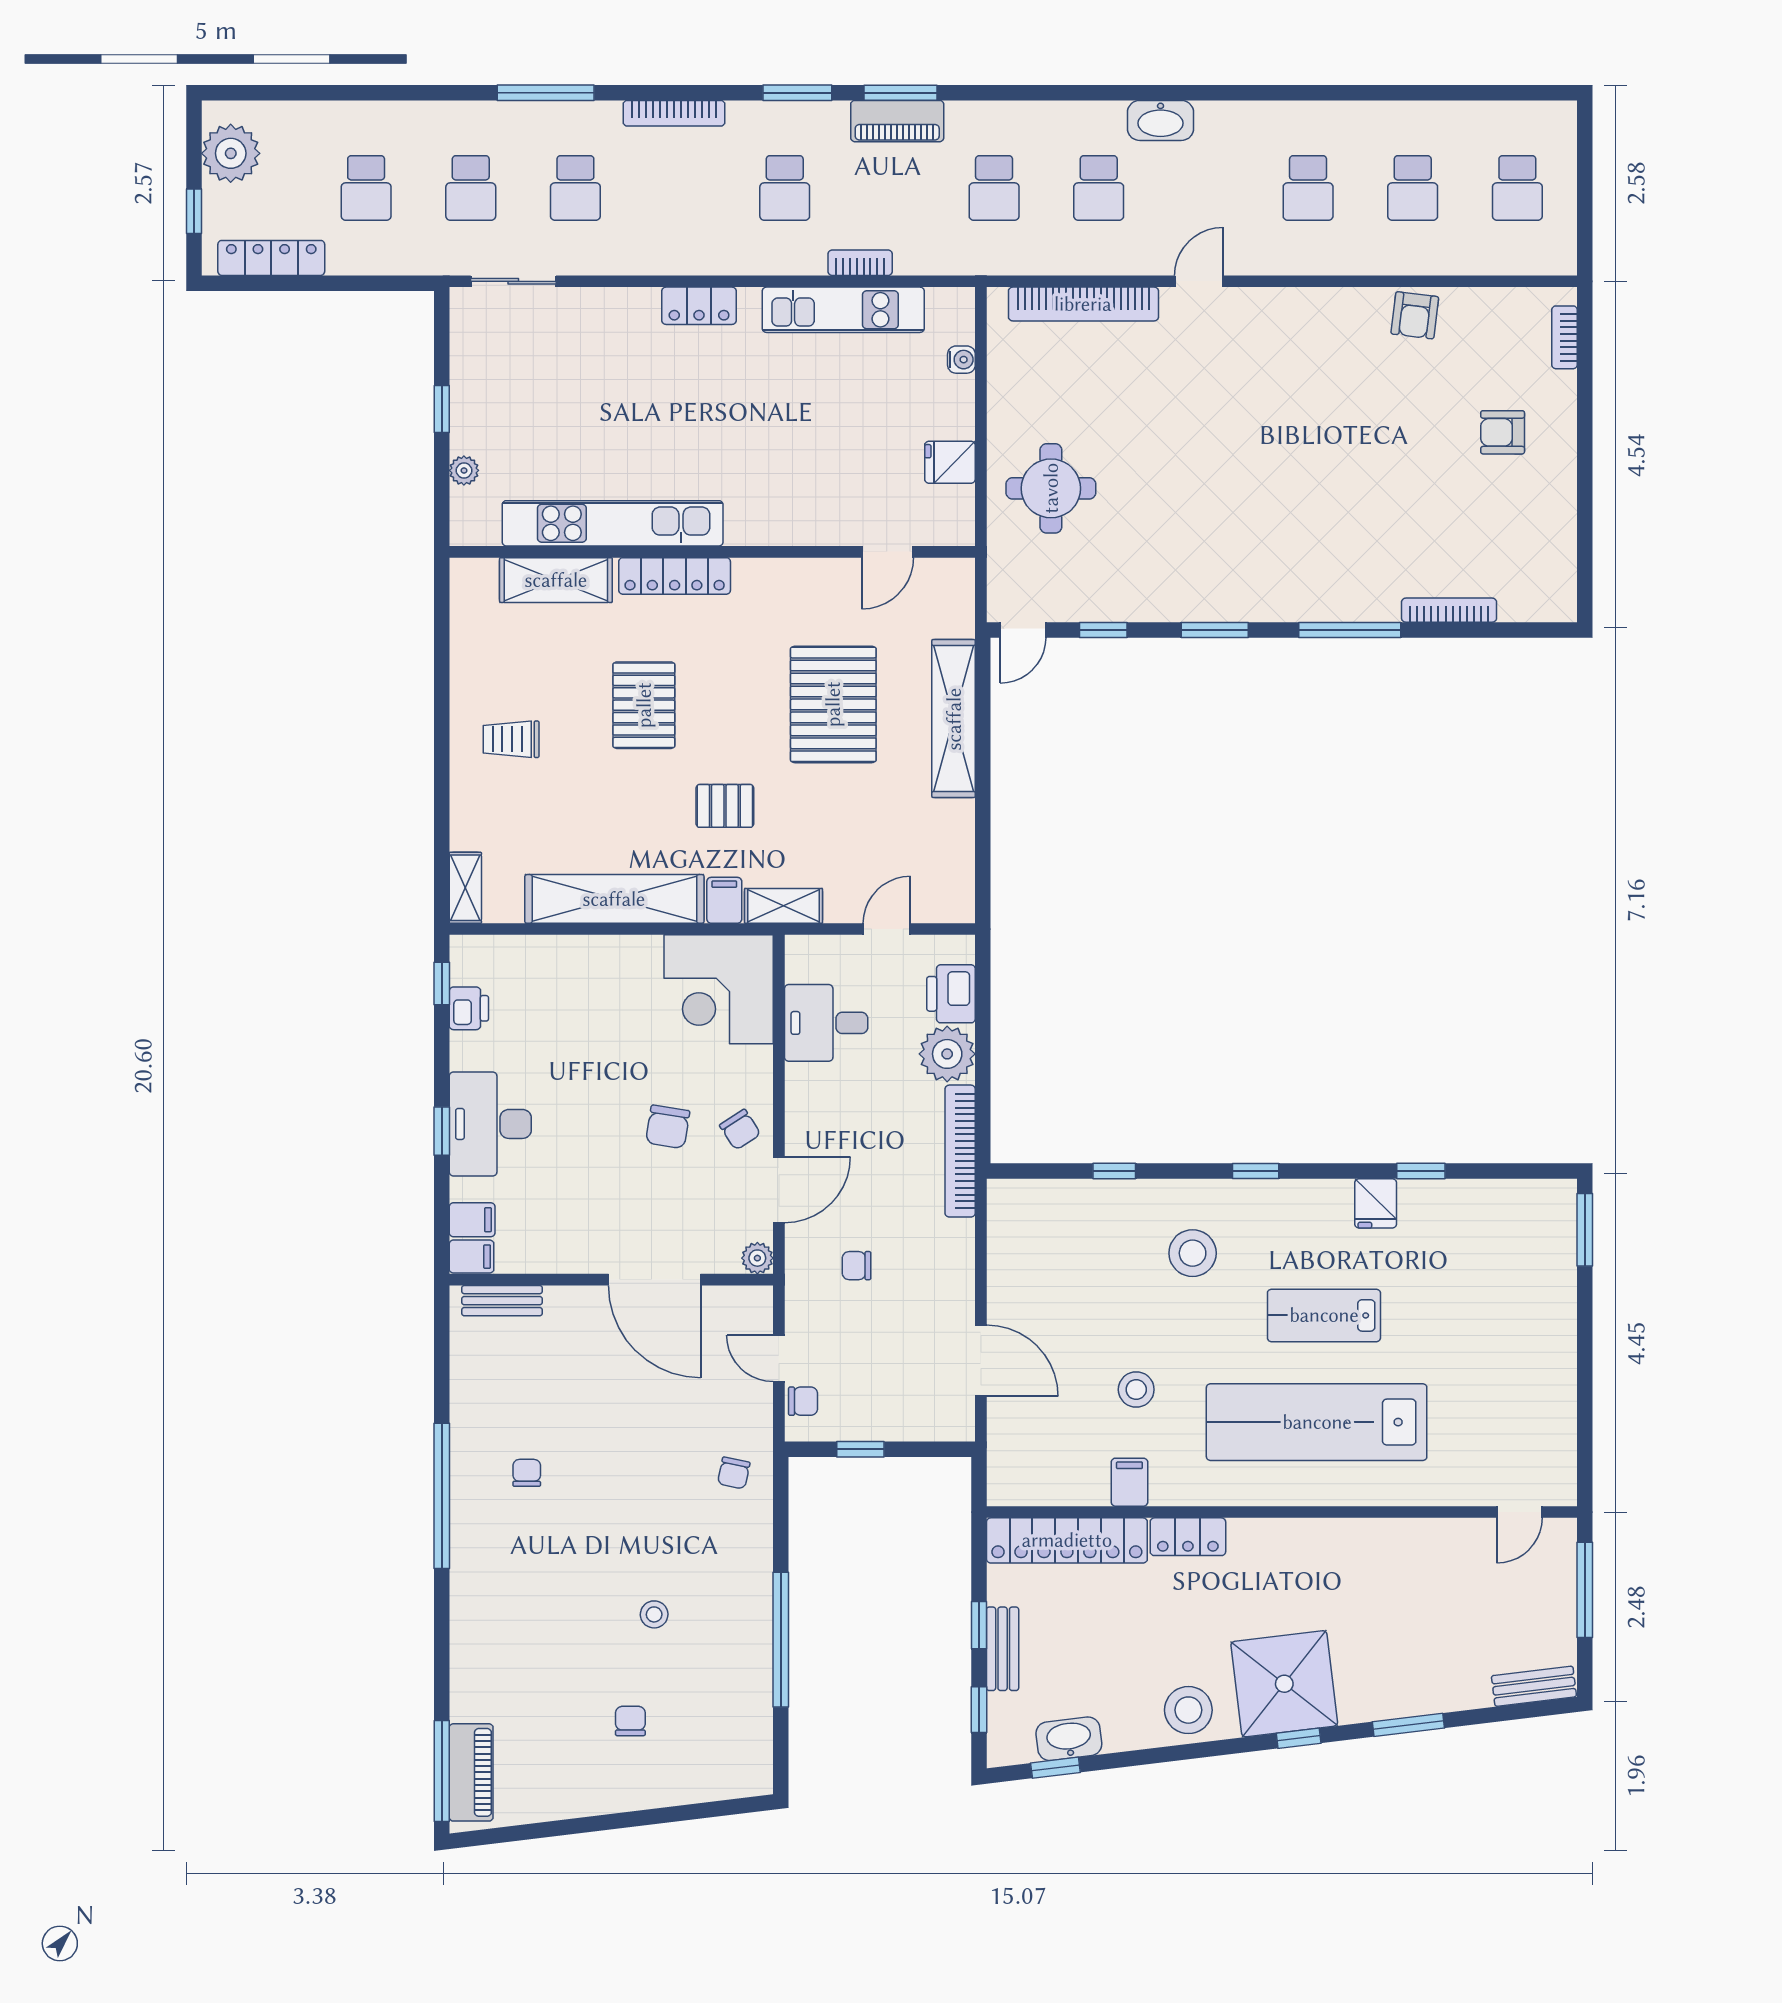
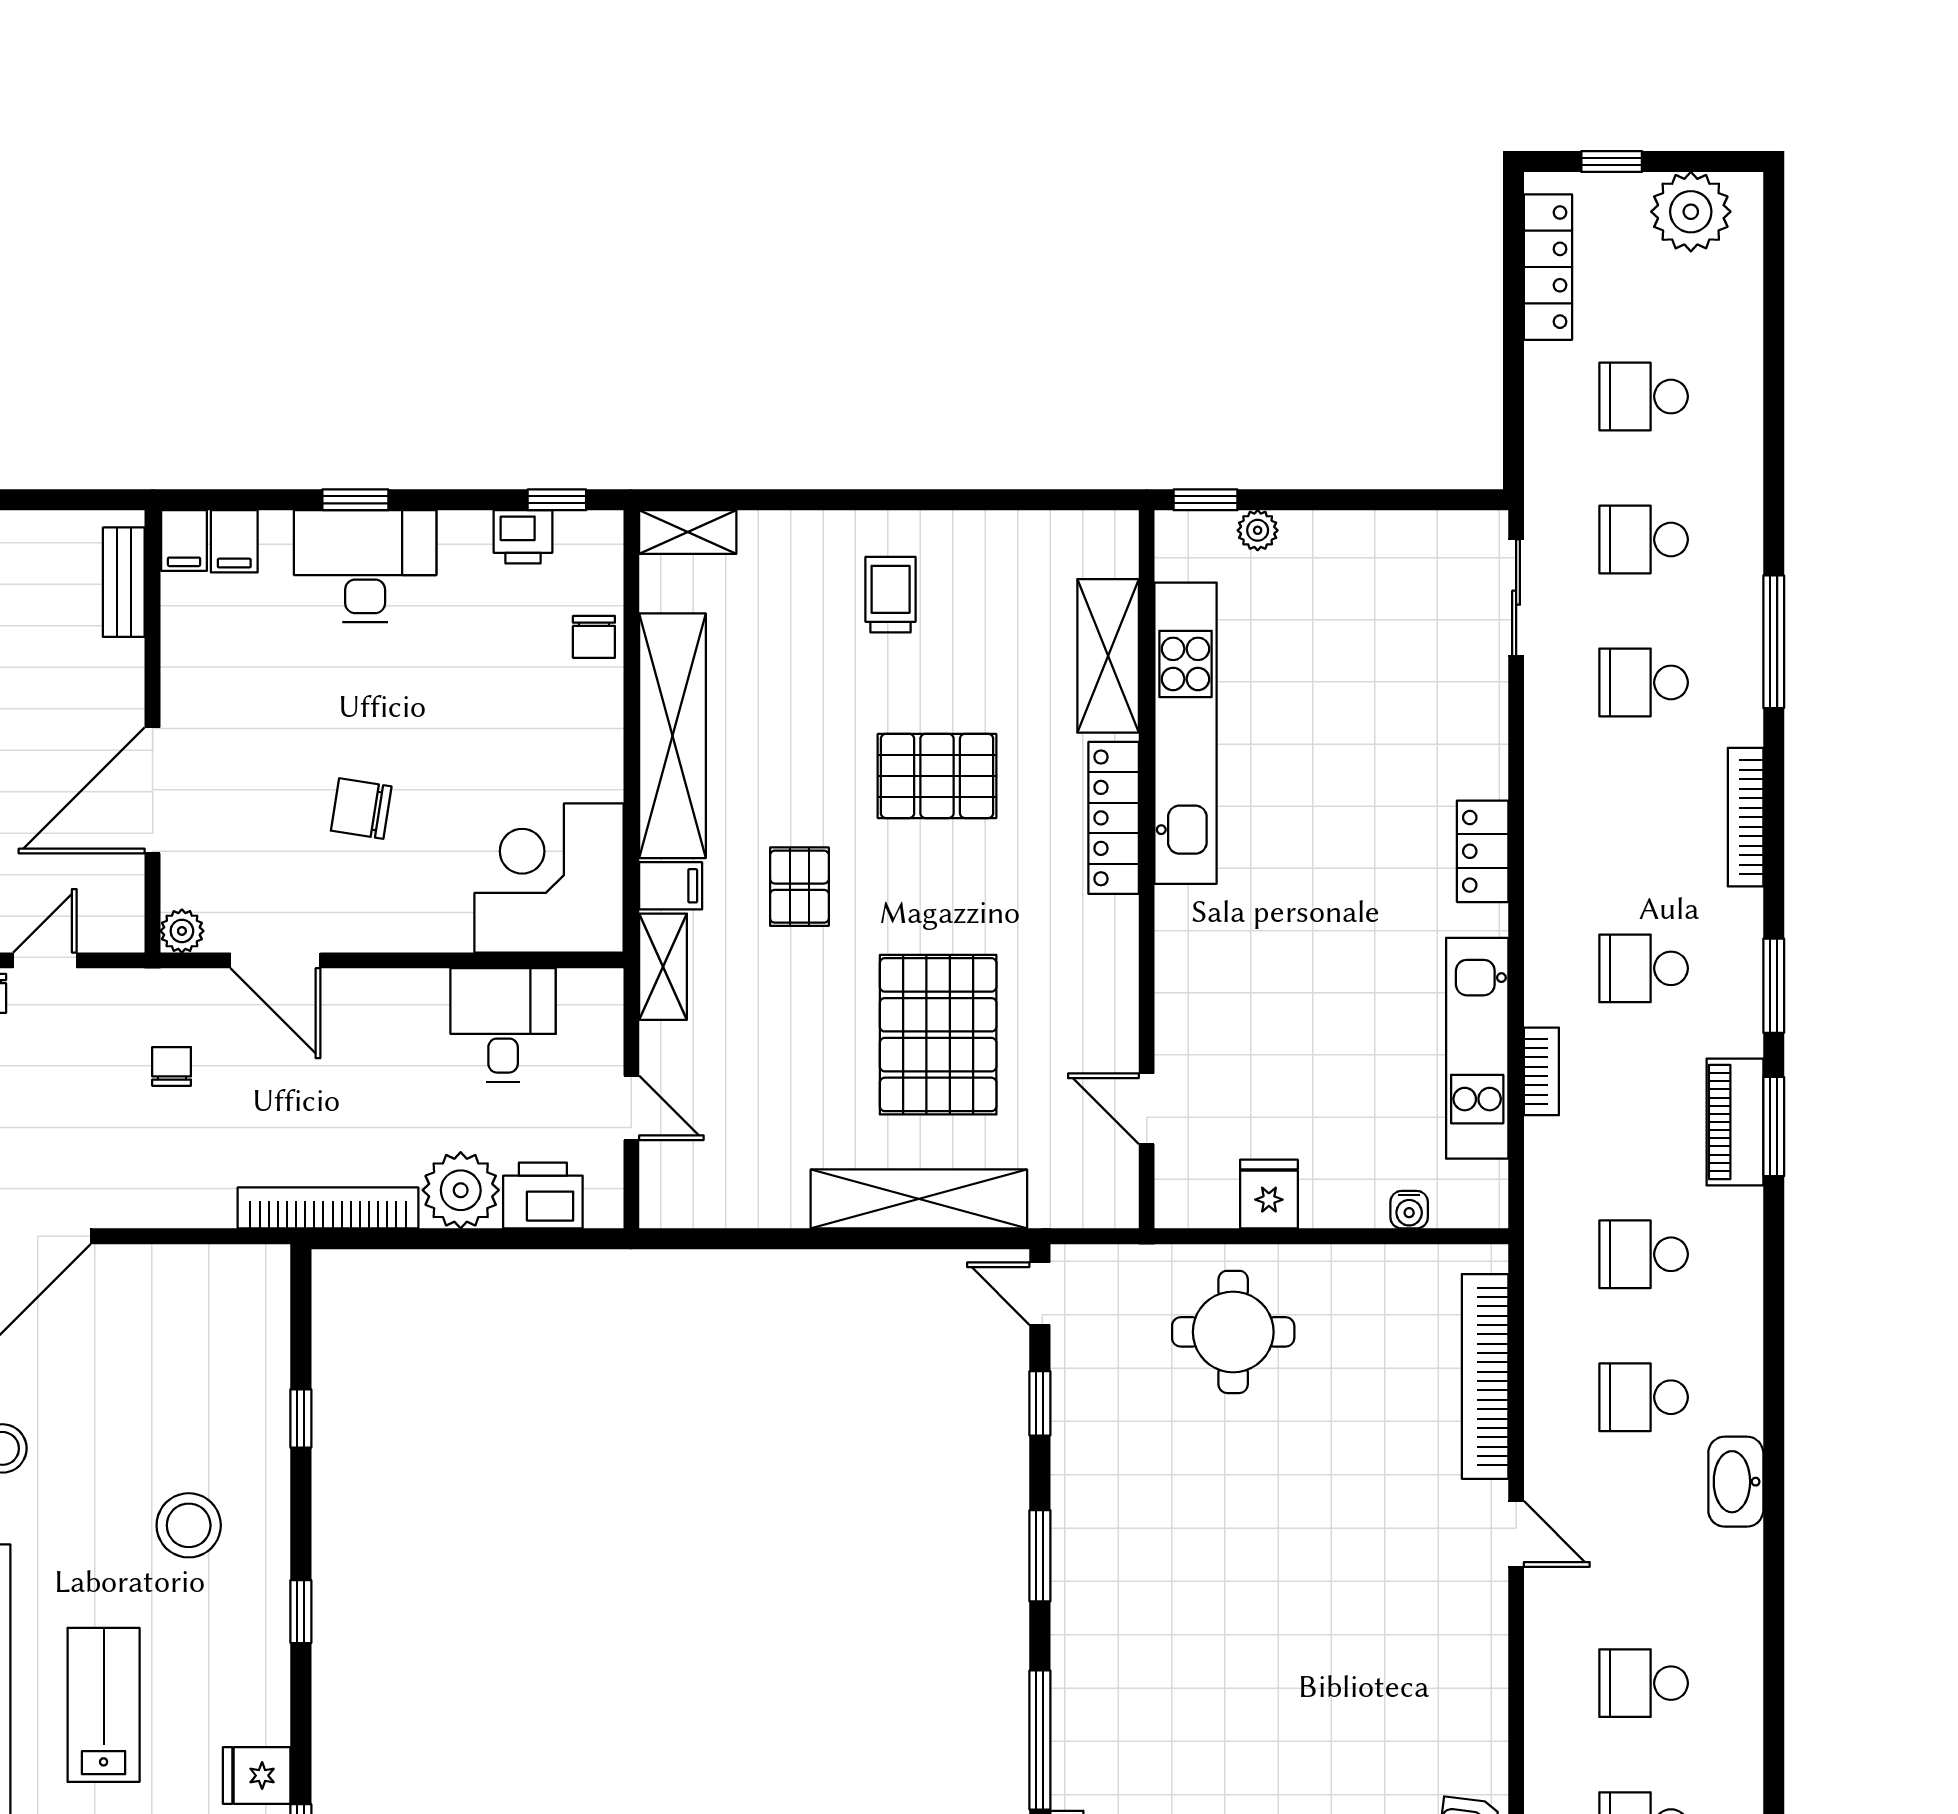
window: (442, 409) -> (1205, 500), moved
pallet: (833, 704) -> (938, 1035), turned 90
chair: (740, 1130) -> (594, 637), moved, turned -57

